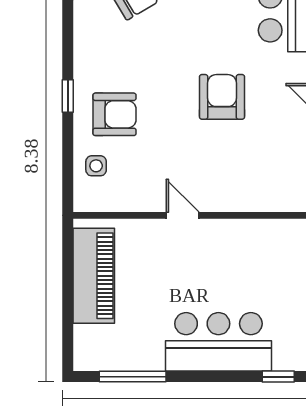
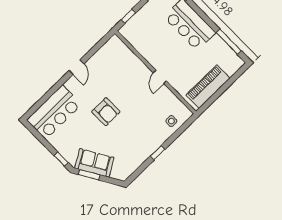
armchair: (222, 97) -> (106, 112), moved, turned -90
armchair: (114, 114) -> (149, 132), removed

